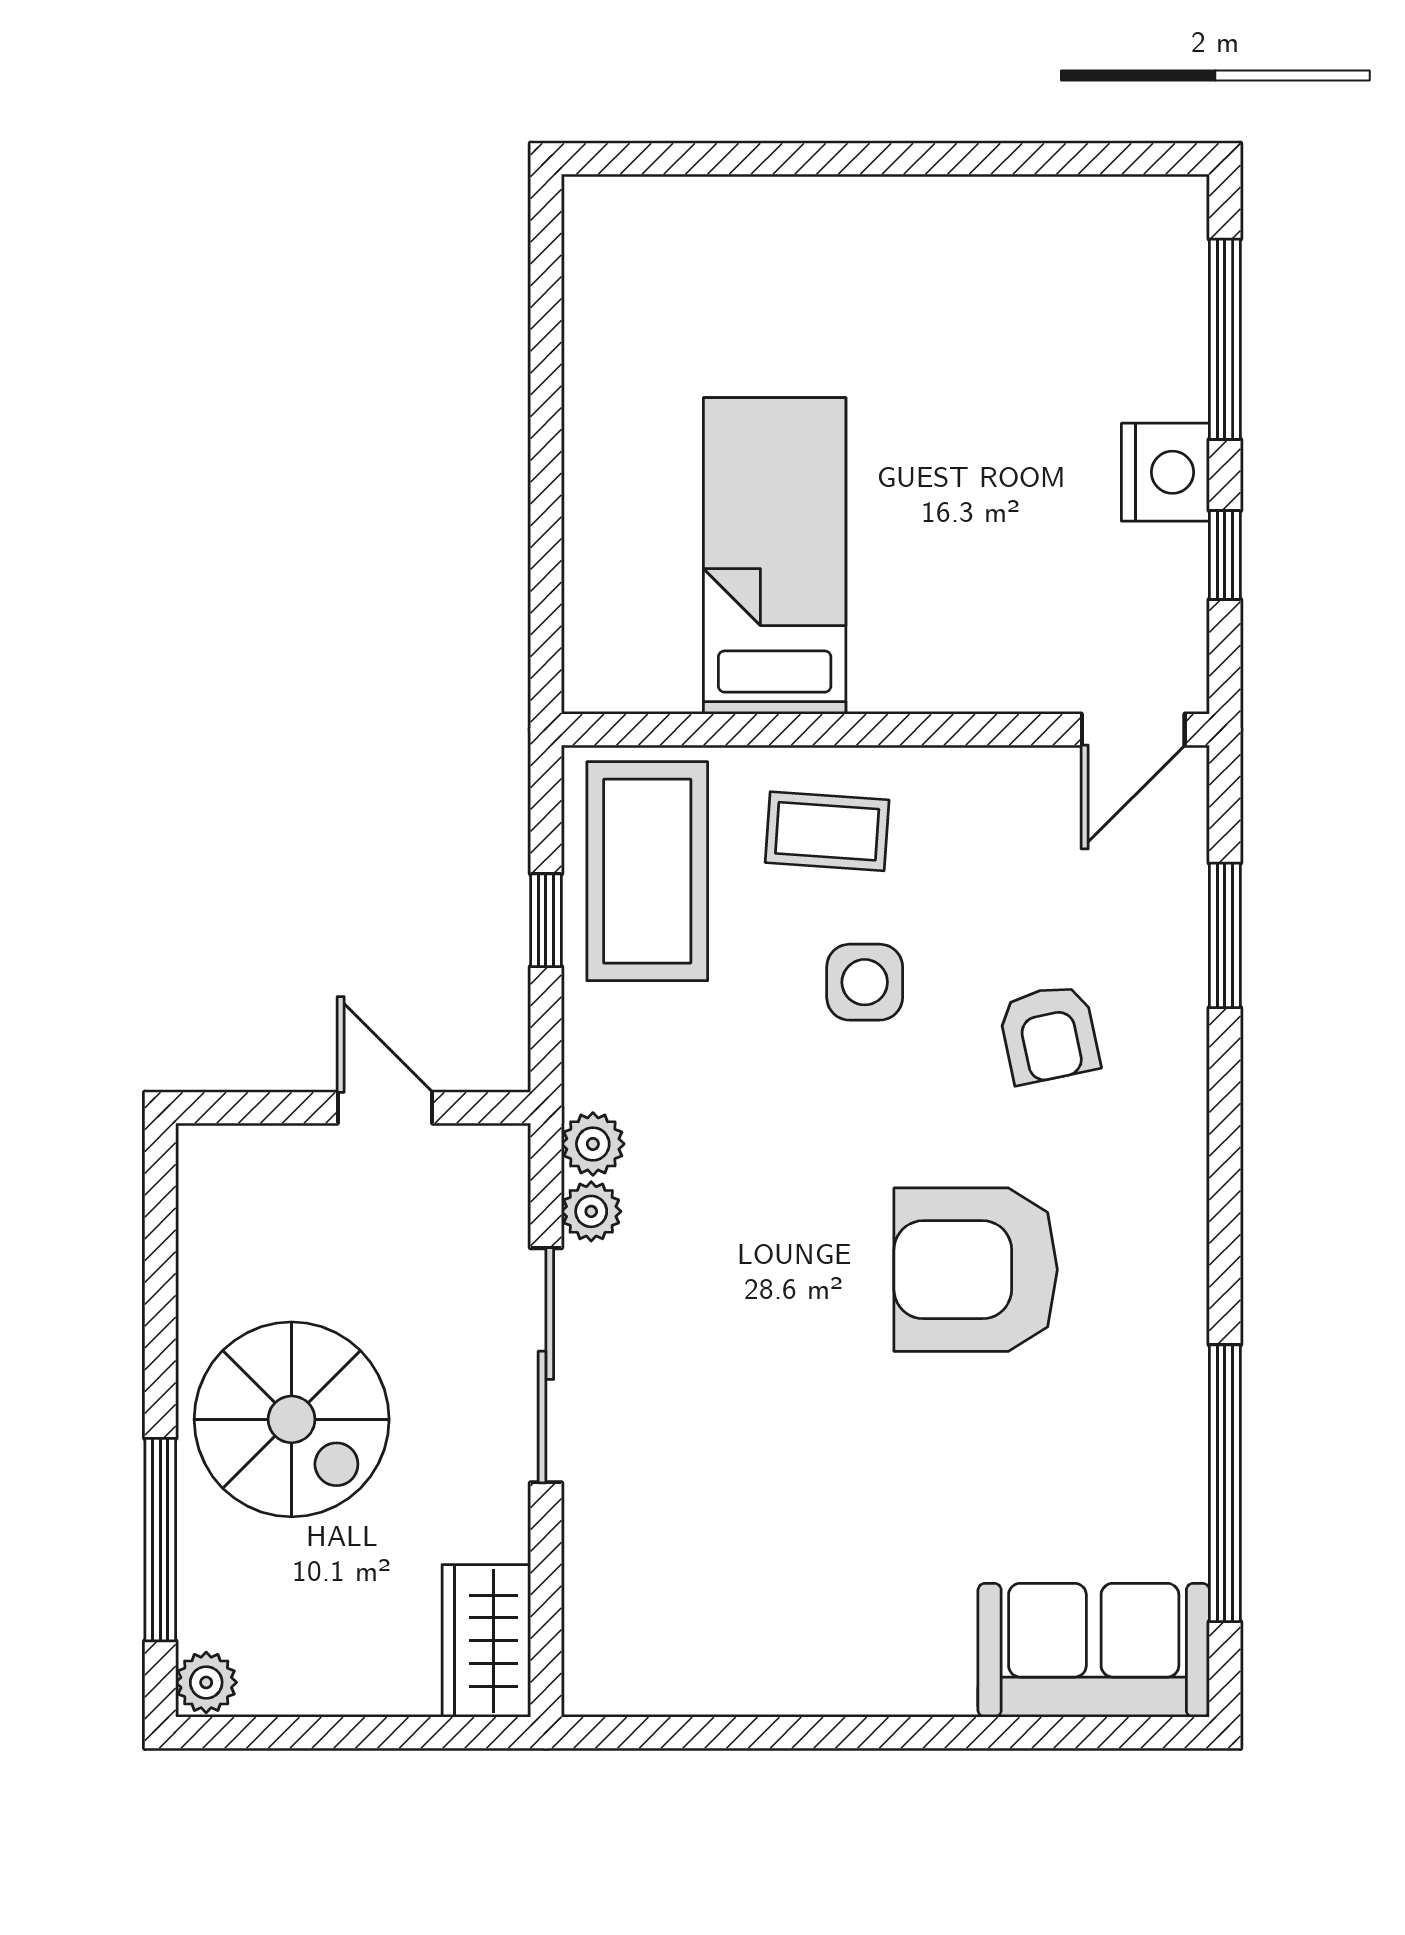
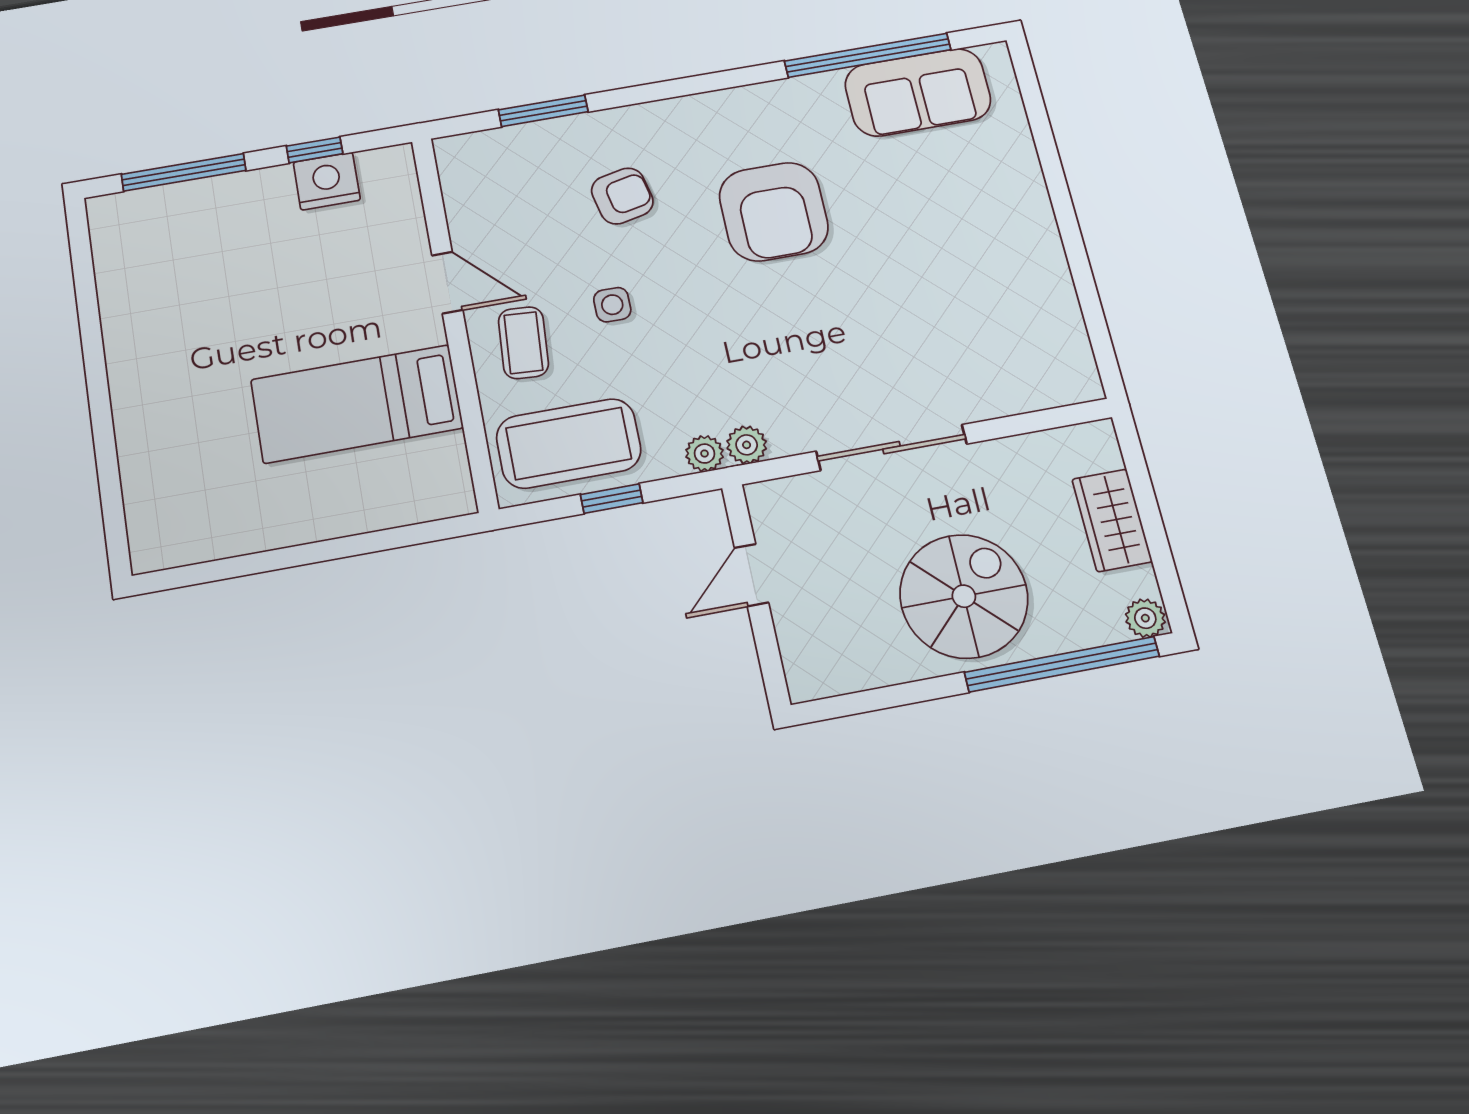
nightstand: (1165, 472) -> (327, 181), moved
door: (1133, 730) -> (447, 283), moved
side table: (865, 982) -> (612, 305), width x0.73, depth x0.73
plant: (591, 1211) -> (705, 454), moved
window: (160, 1540) -> (1062, 664), width x1.46
wardrobe: (486, 1641) -> (1112, 520), moved, turned 90
sofa: (1094, 1650) -> (918, 92), moved, turned -90

